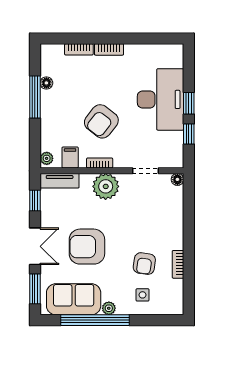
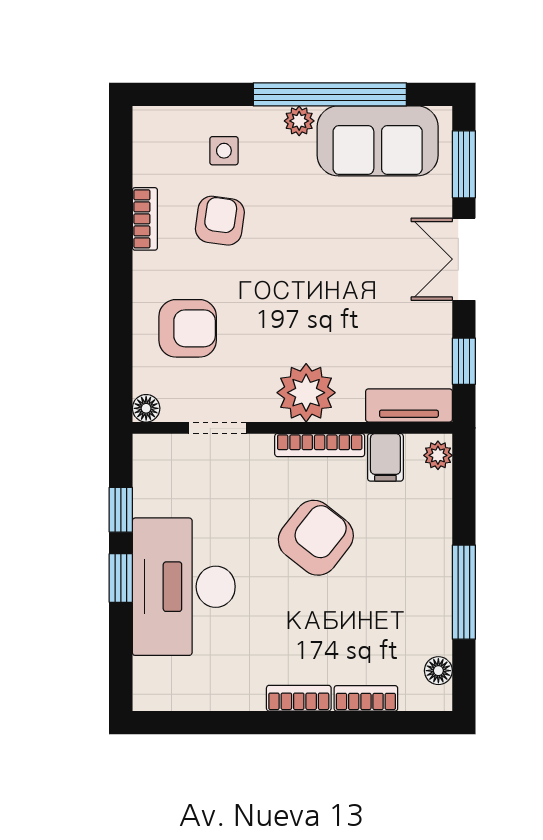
floor lamp: (46, 83) -> (438, 671), moved
bookcase: (100, 163) -> (320, 445), width x1.56
armchair: (87, 247) -> (188, 328), moved, width x0.73, depth x0.73

